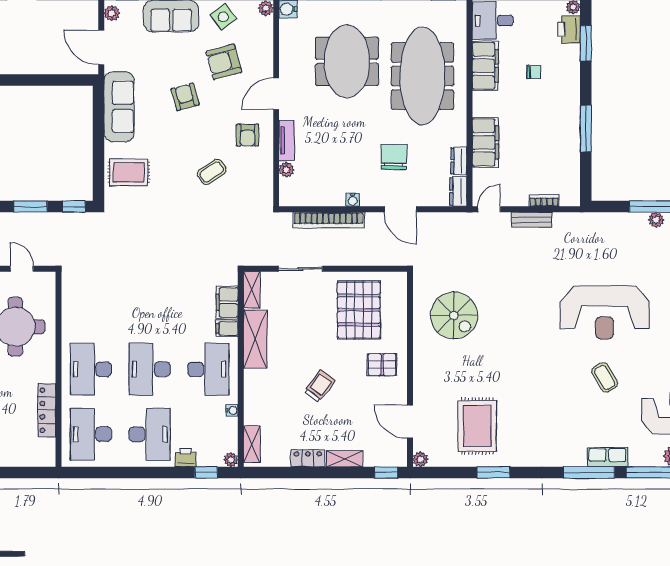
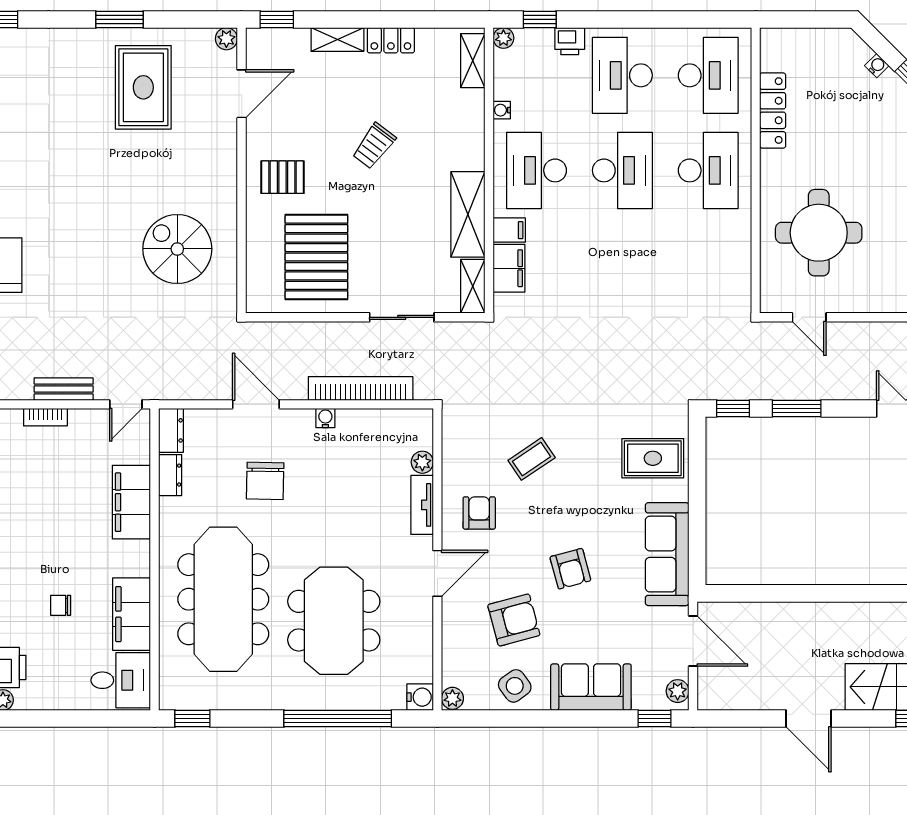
door: (410, 422) -> (242, 94), hinge flipped

